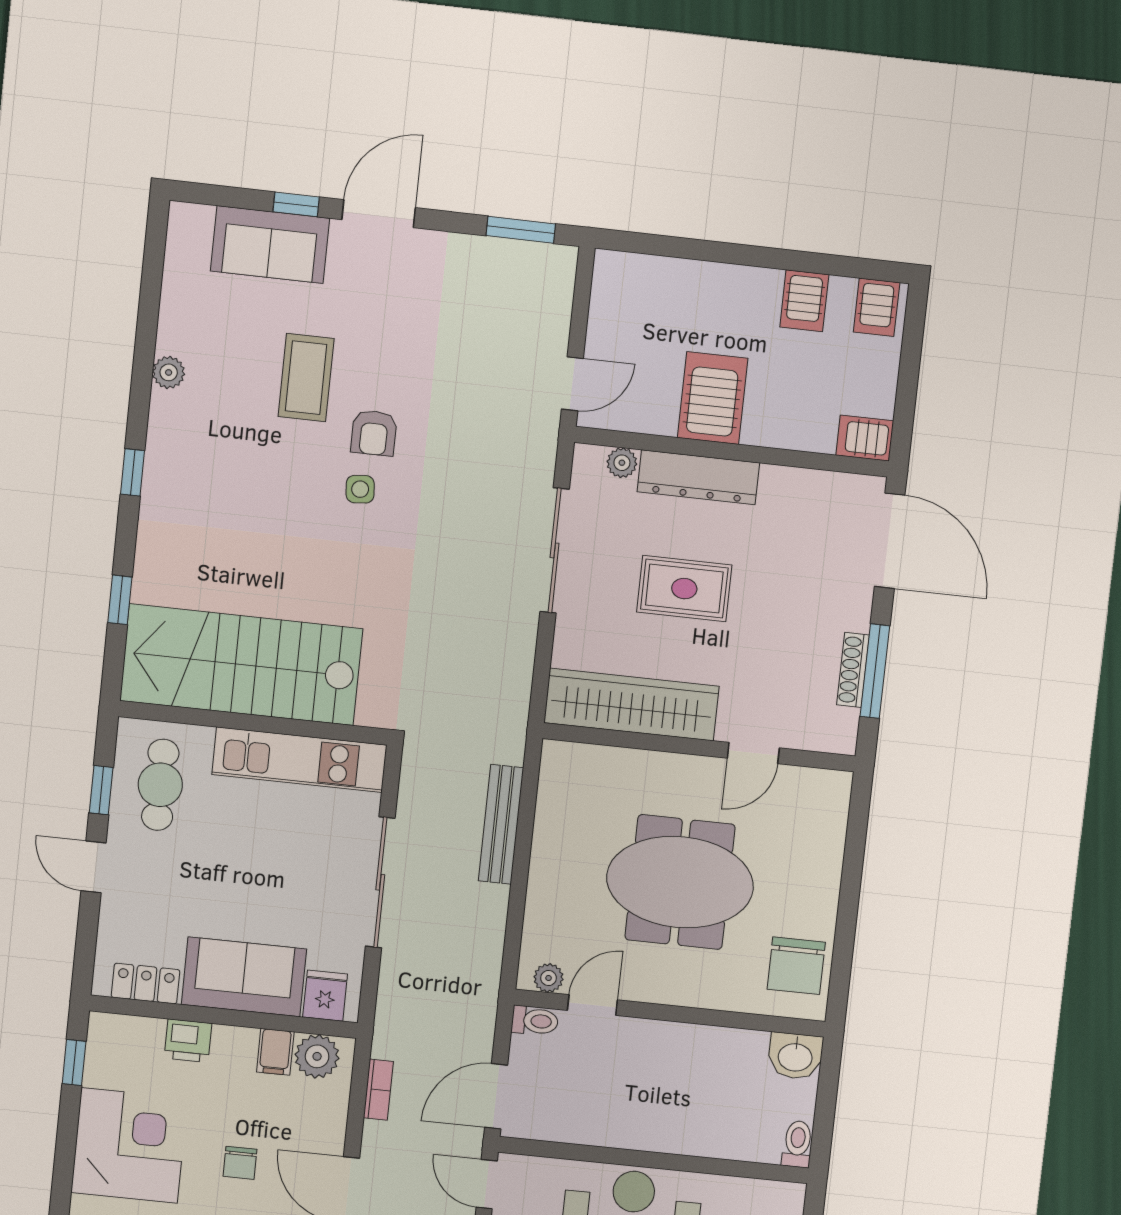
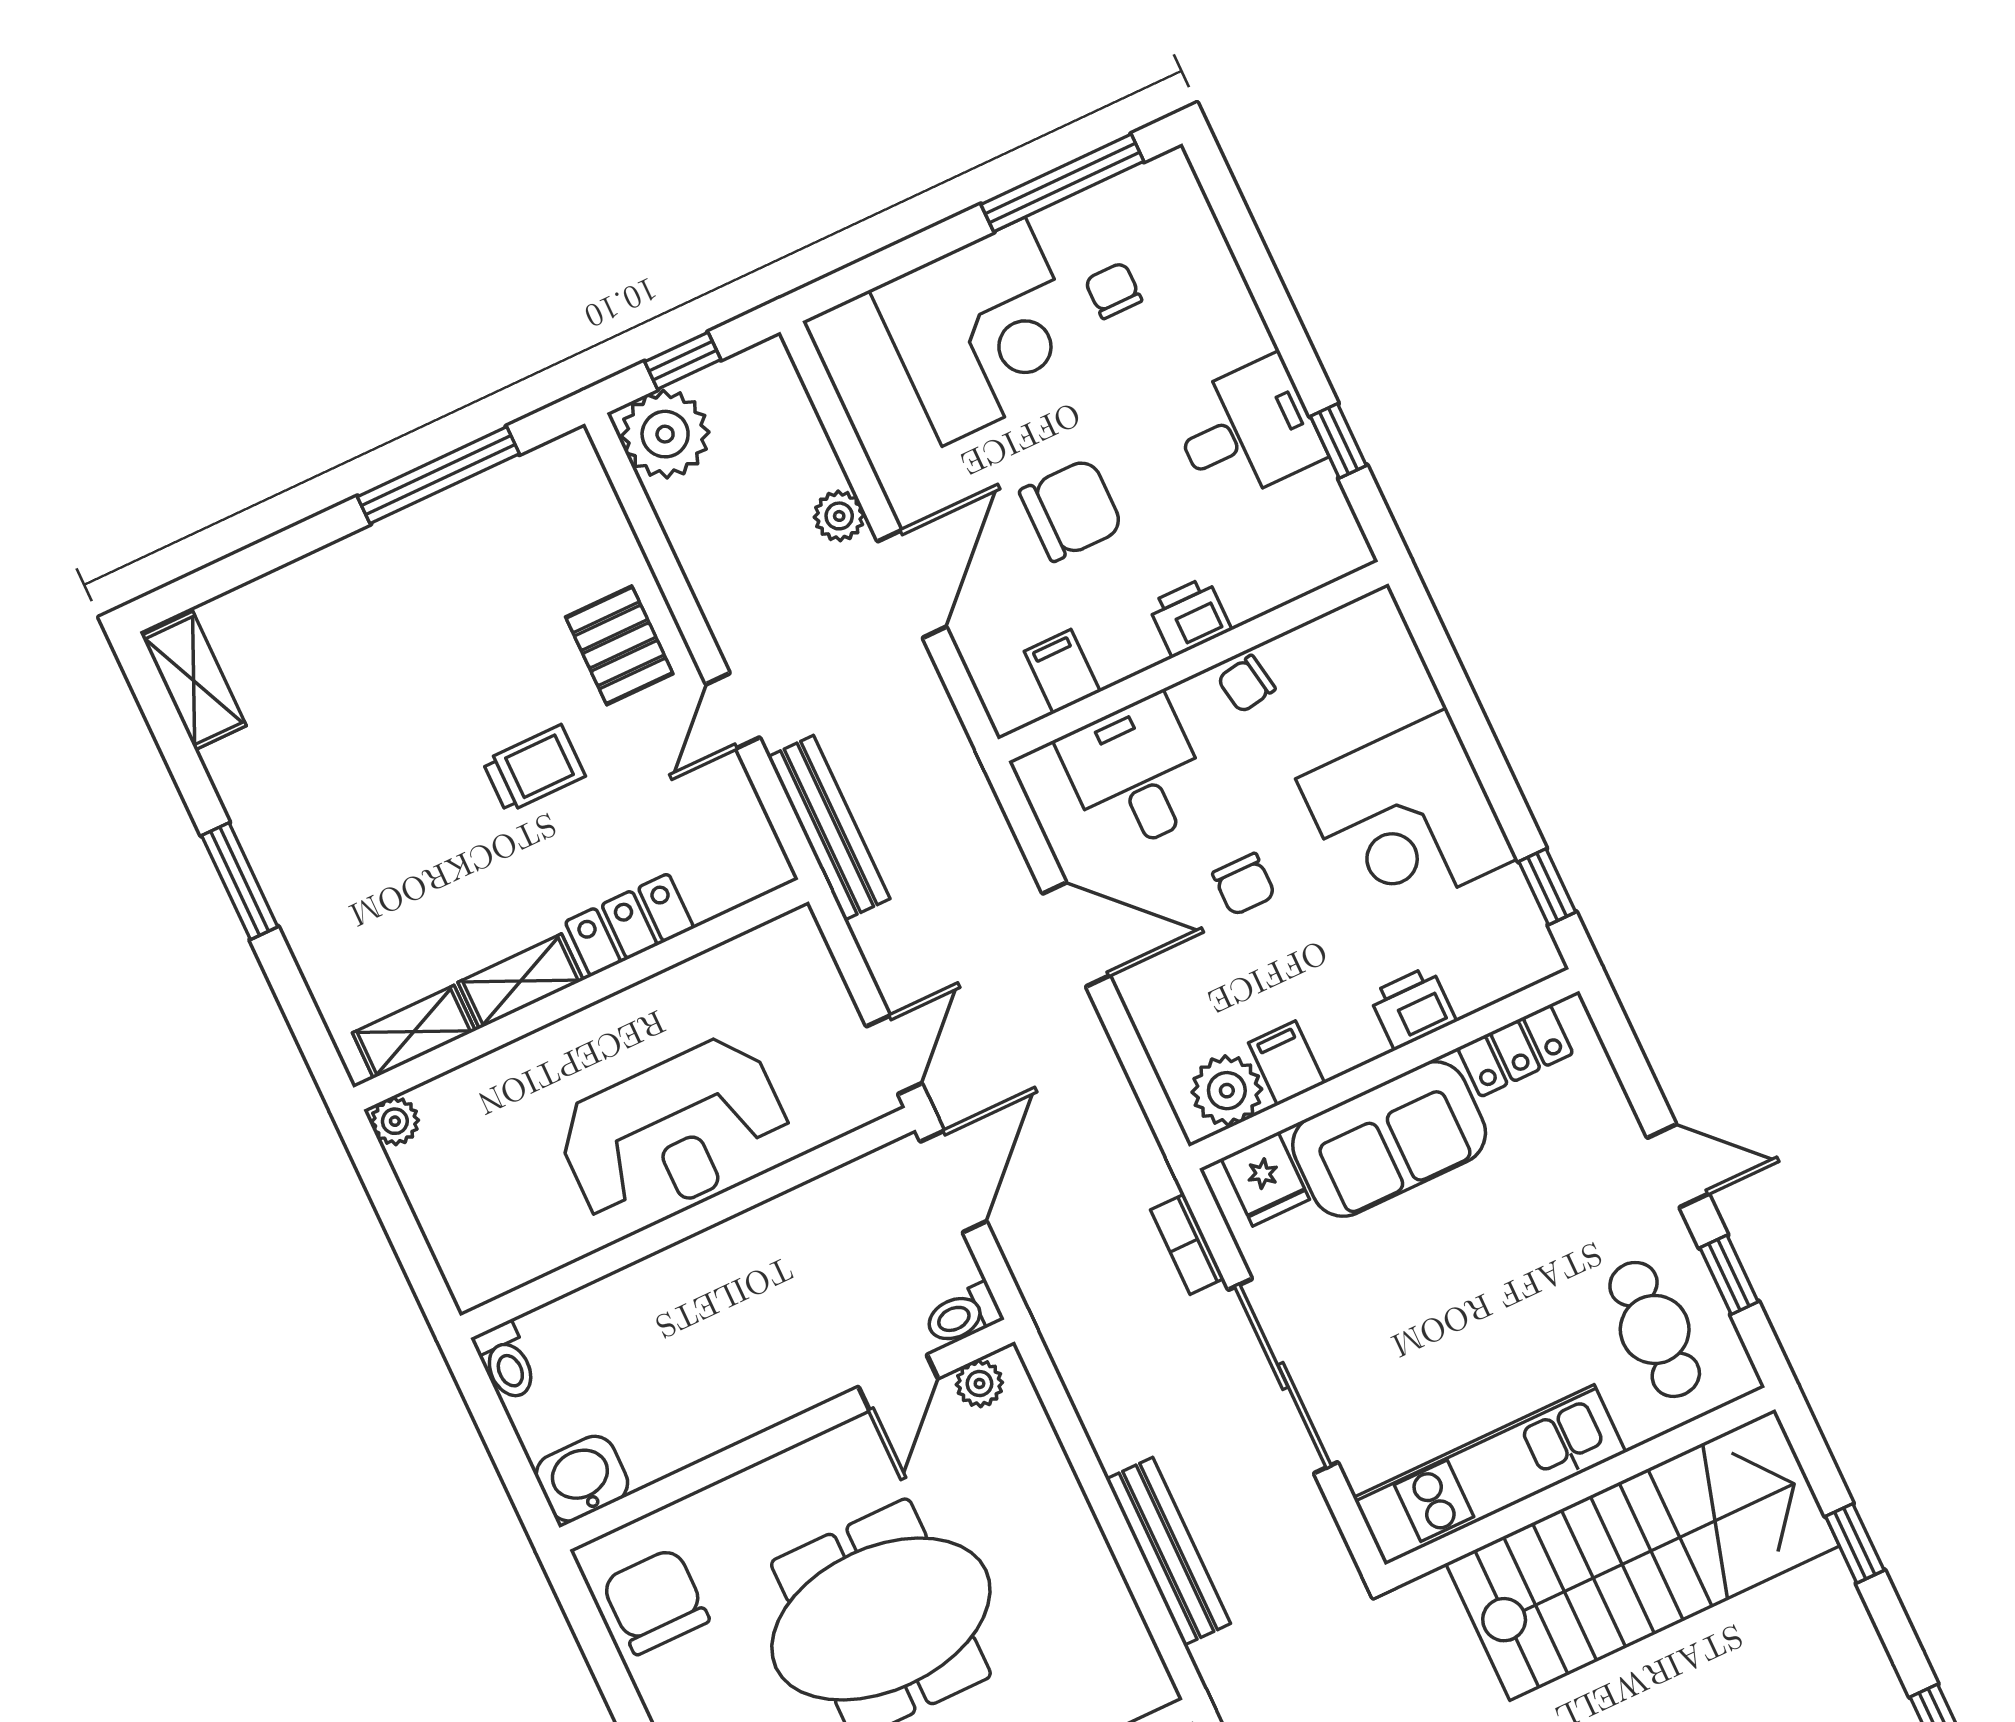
bookcase: (378, 1090) -> (1187, 1244), moved
chair: (240, 1163) -> (1244, 884), turned 180
door: (487, 1184) -> (894, 1055), hinge flipped

